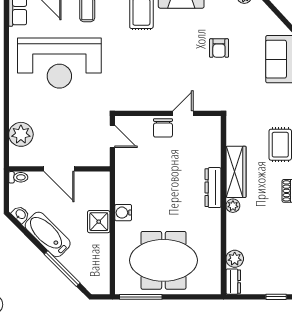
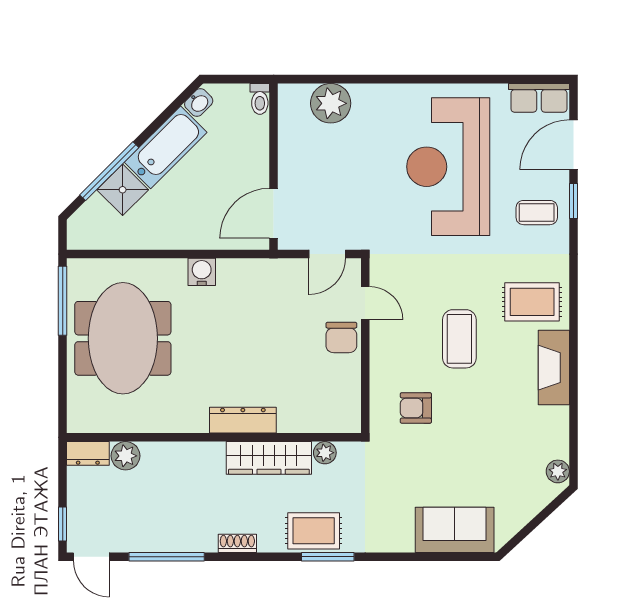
armchair: (219, 48) -> (416, 408), moved
coffee table: (164, 56) -> (459, 339), added
door: (183, 113) -> (365, 303), moved
chair: (163, 128) -> (341, 337), turned -90
door: (59, 169) -> (274, 213), moved
plant: (233, 206) -> (325, 453), moved
shower: (99, 222) -> (123, 190), moved, turned 45

